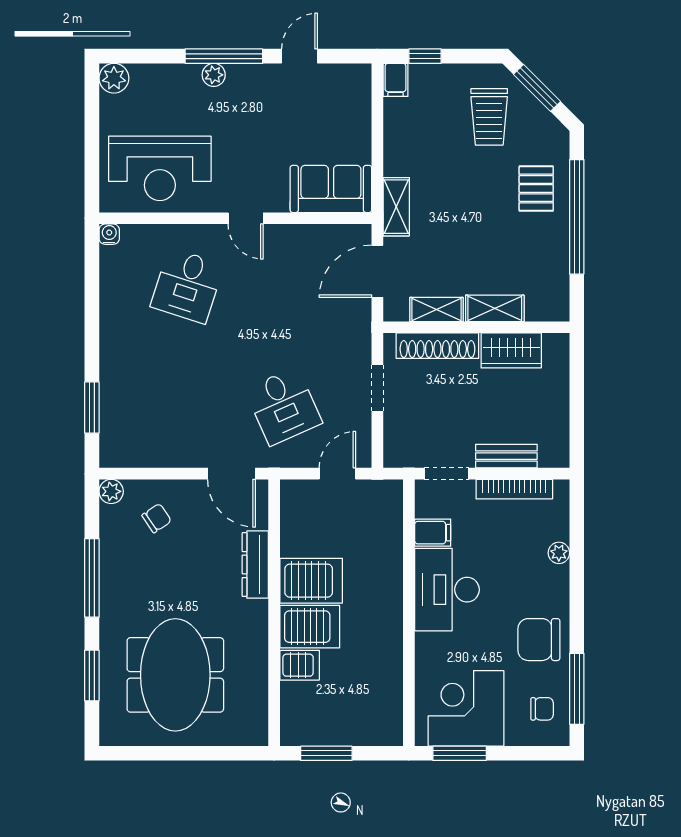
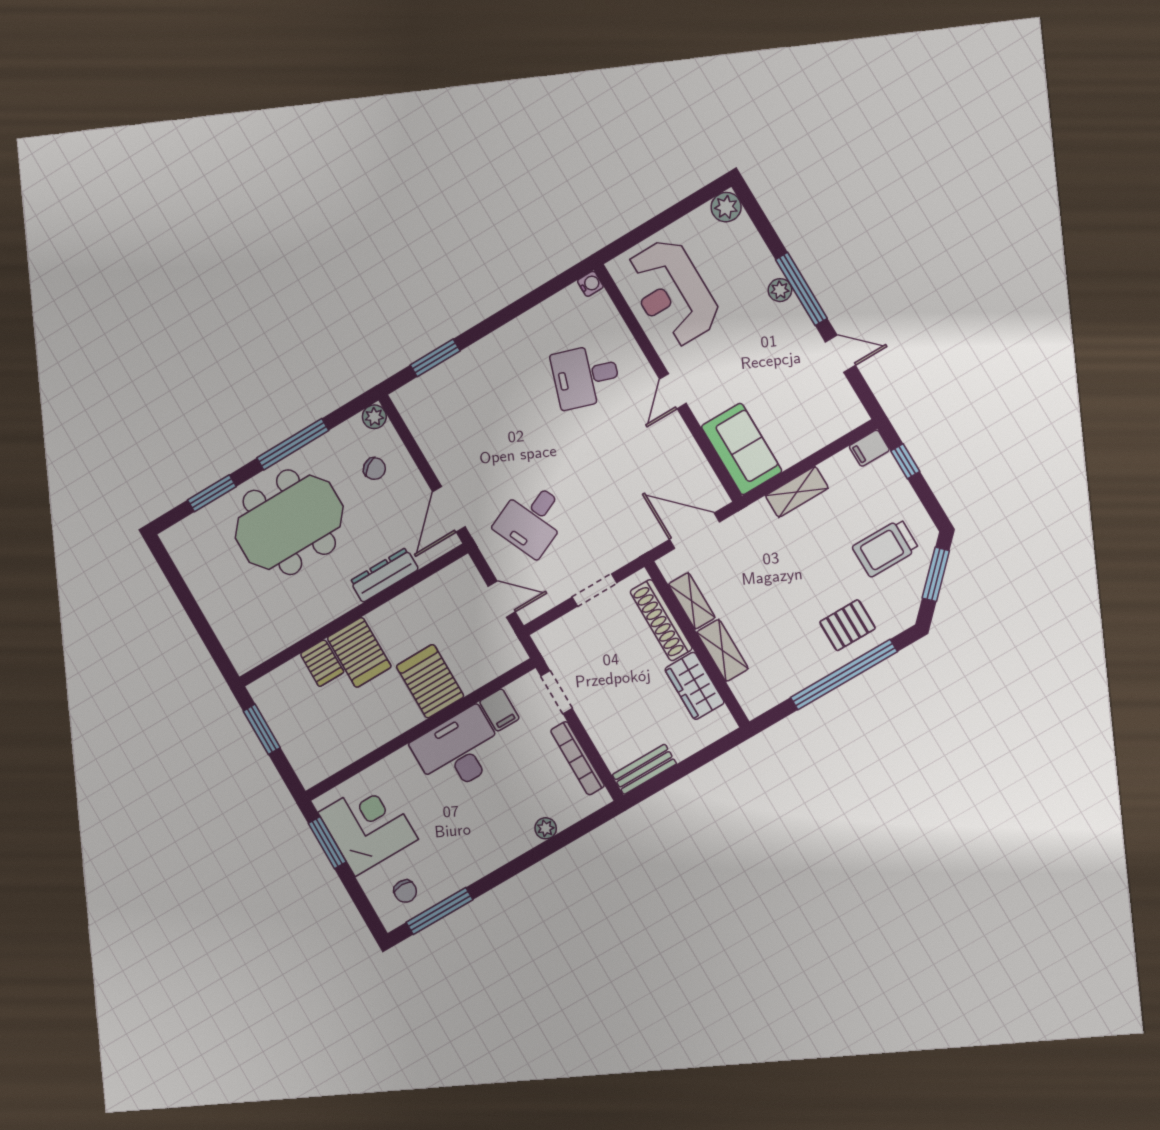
shelving: (396, 207) -> (797, 492), moved
bench: (506, 456) -> (644, 769), moved, turned 90
server rack: (311, 581) -> (430, 681), moved, turned 180
chair: (539, 640) -> (462, 854), removed
meeting table: (175, 675) -> (289, 522), moved

